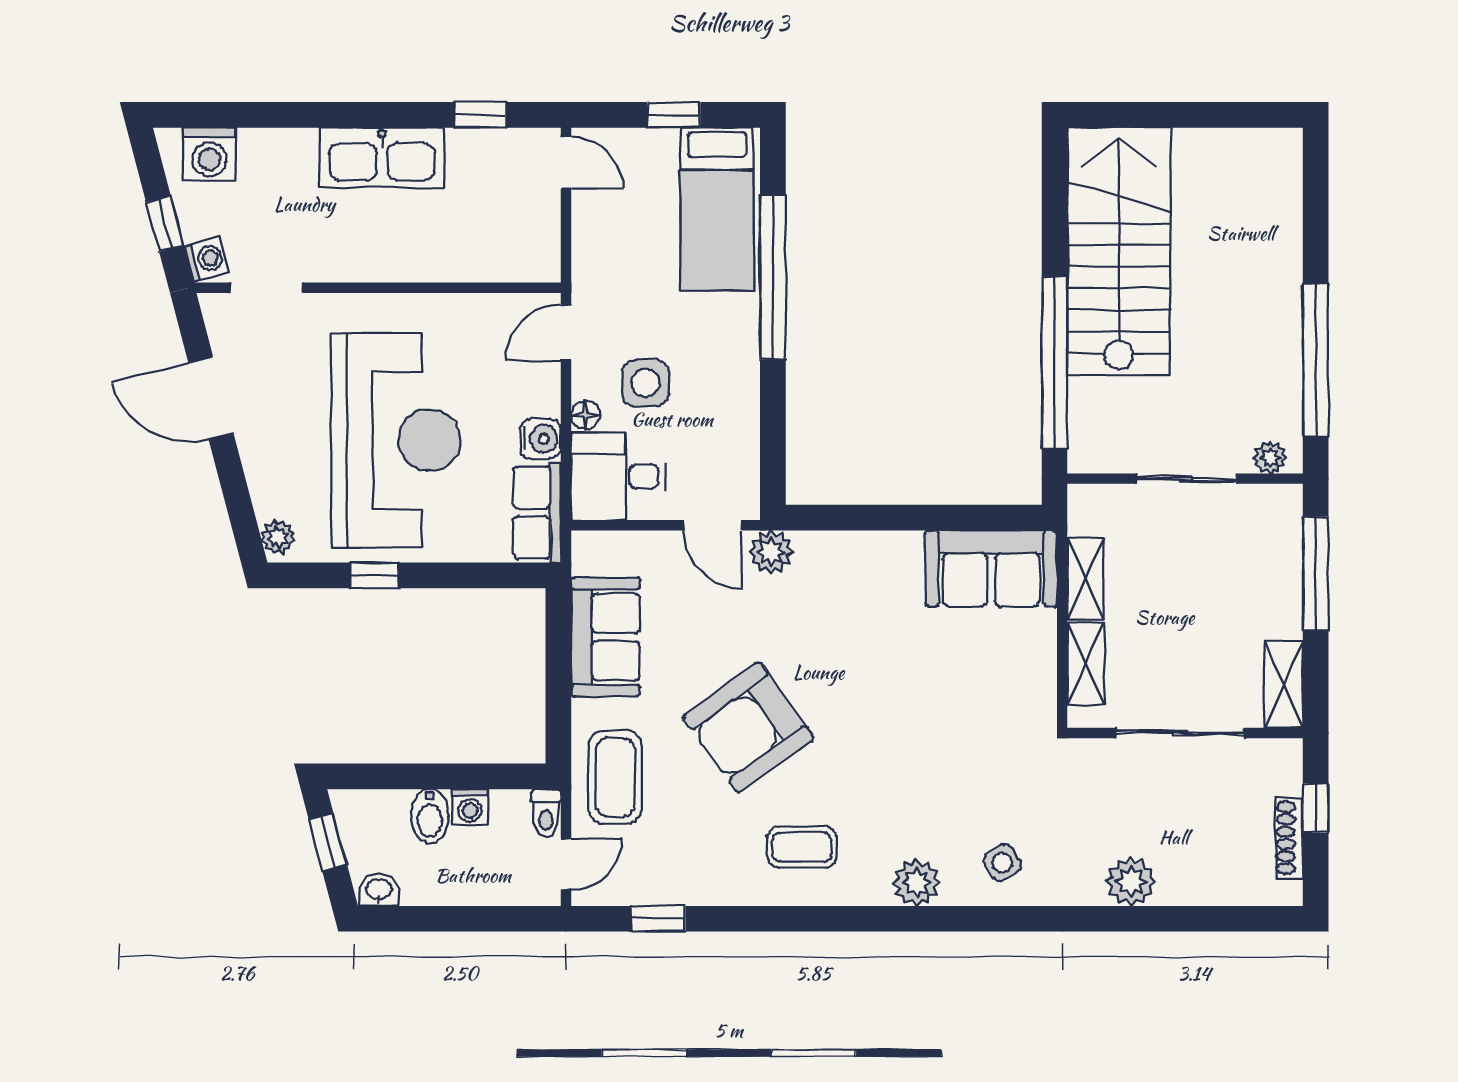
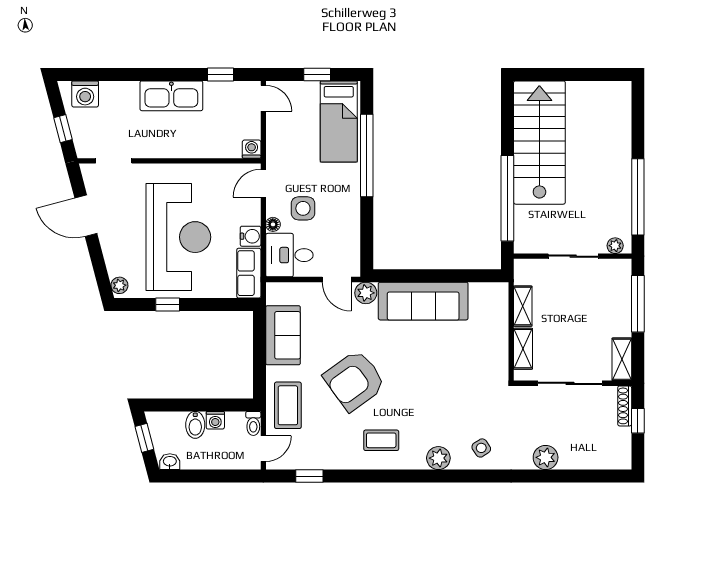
washing machine: (206, 259) -> (252, 149), moved, turned -75
sofa: (991, 568) -> (423, 301), moved, width x1.36
shoe rack: (1289, 838) -> (625, 406), moved

